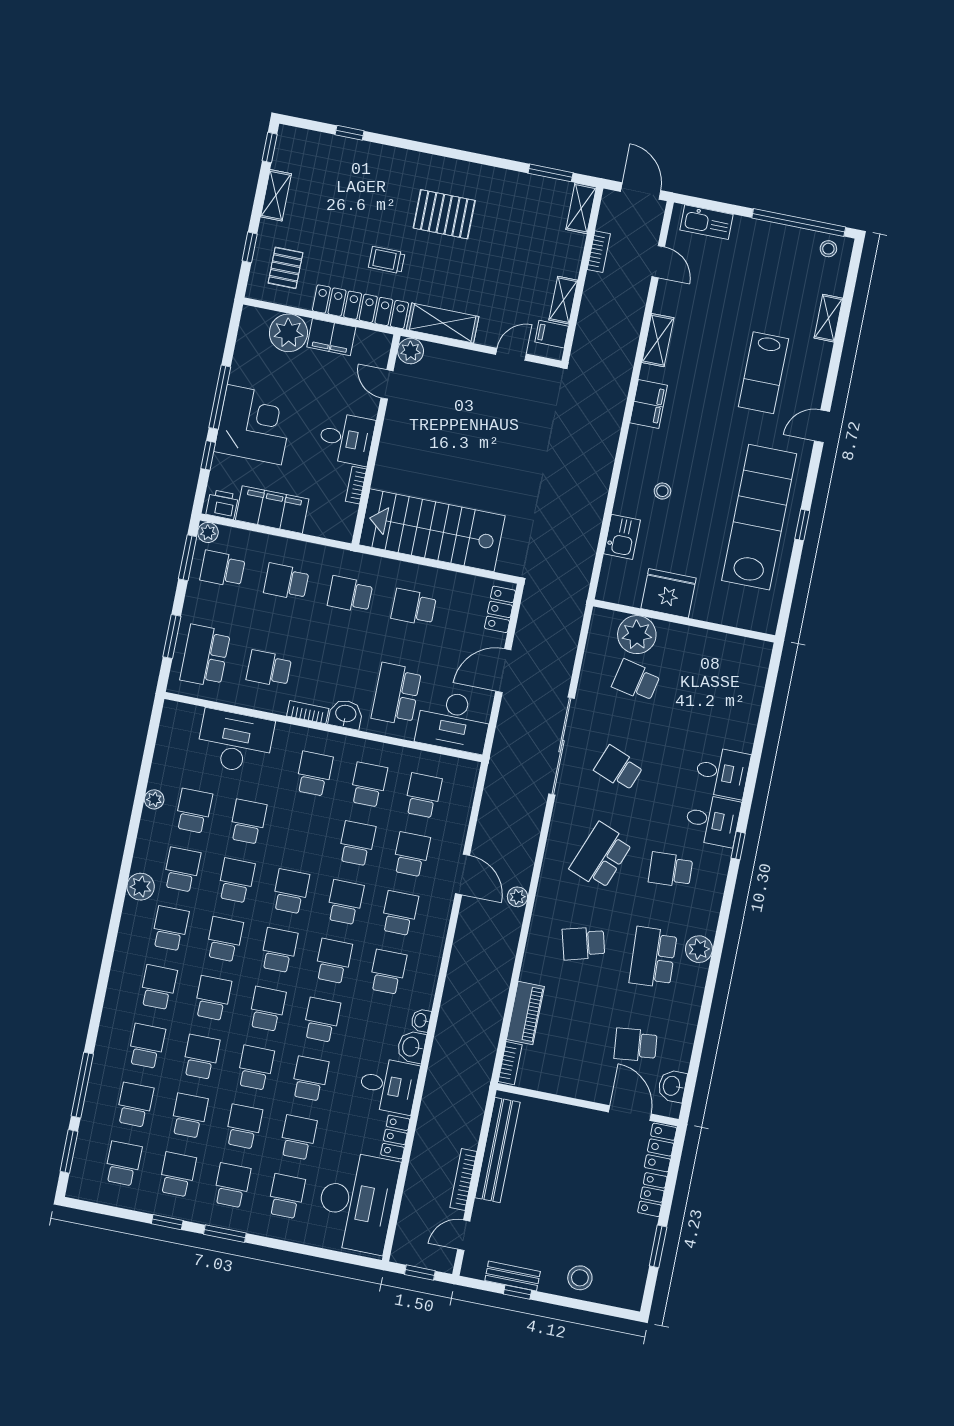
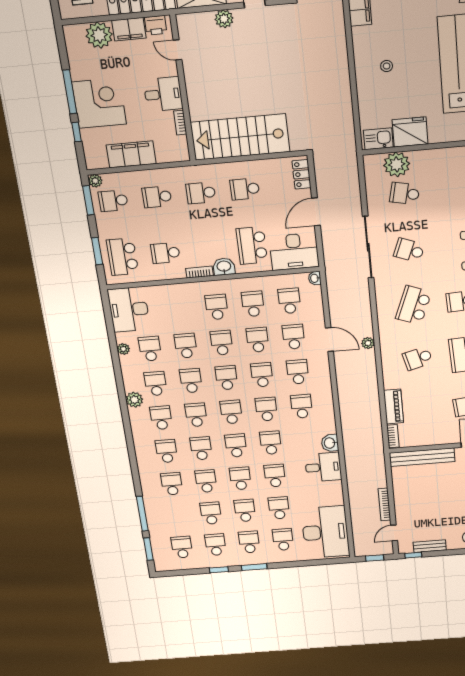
plant: (411, 351) -> (224, 19), moved
printer: (222, 505) -> (156, 25), moved, turned 180
kitchen sink: (622, 537) -> (378, 139), moved, turned -90
desk: (235, 742) -> (129, 310), moved, turned -90
washbasin: (421, 1020) -> (315, 278), moved
school desk: (135, 1105) -> (222, 343), moved
locker: (395, 1137) -> (336, 493), removed
bench: (497, 1150) -> (422, 457), moved, turned 90
window: (517, 1292) -> (413, 555), moved

